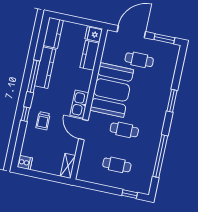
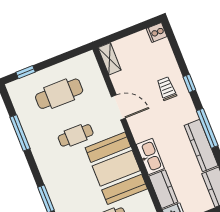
kitchen sink: (79, 104) -> (150, 156), moved
window: (160, 156) -> (20, 133), width x0.68
cafe table: (117, 165) -> (59, 94), width x1.37, depth x1.35

